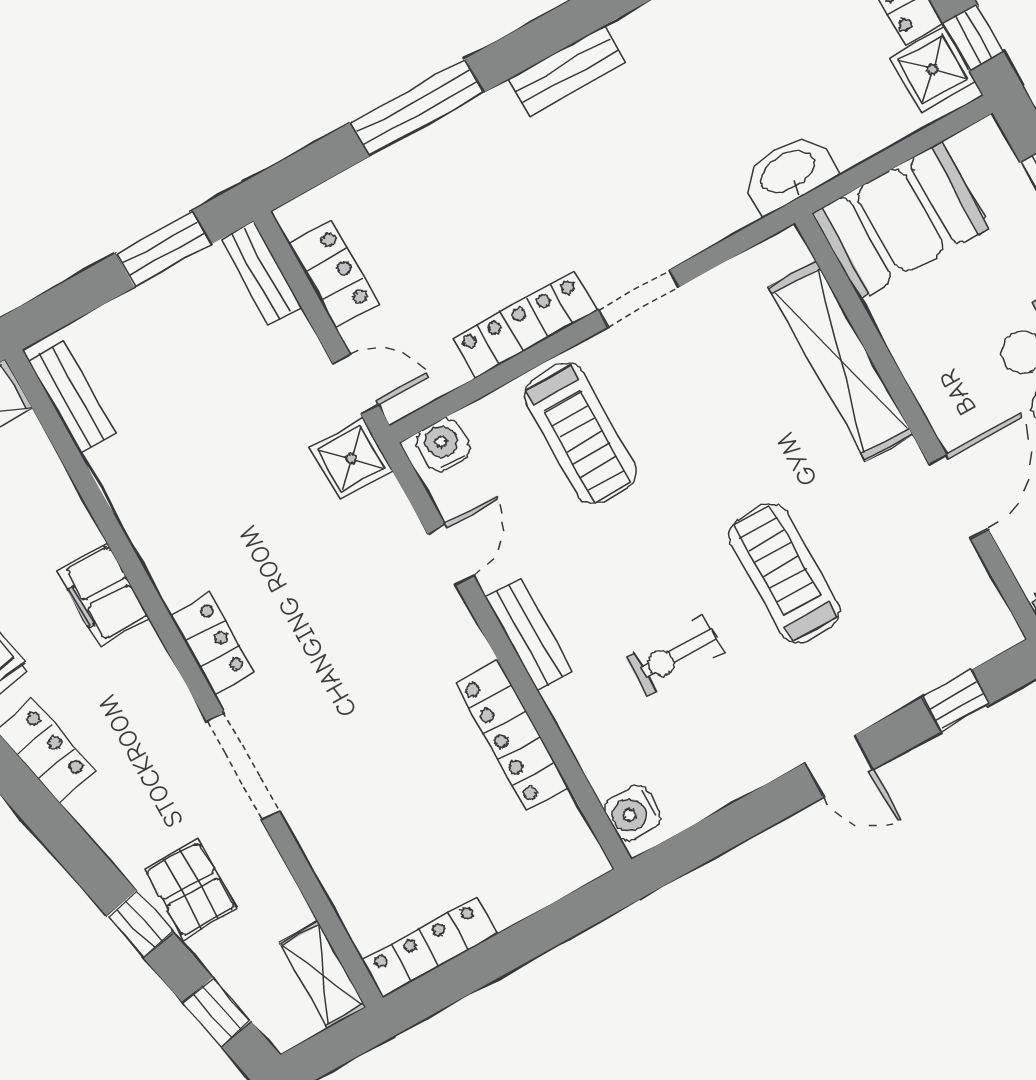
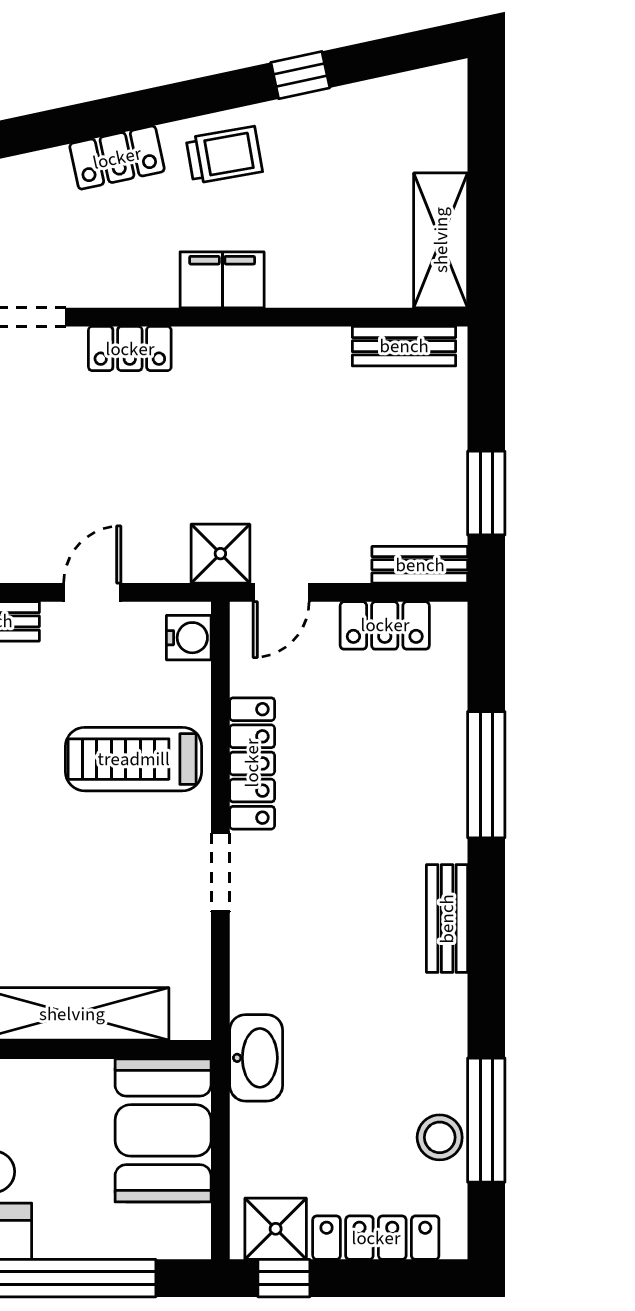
door: (450, 555) -> (92, 592), swing flipped

